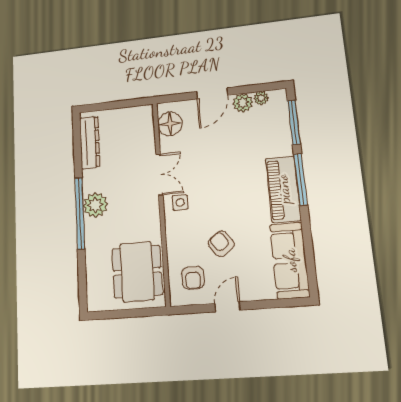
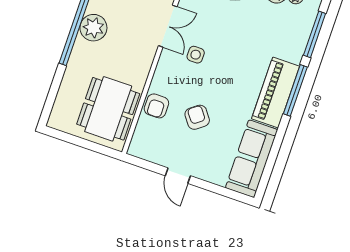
side table: (180, 202) -> (196, 55), moved
armchair: (193, 278) -> (156, 106), moved
door: (227, 307) -> (178, 176), swing flipped

